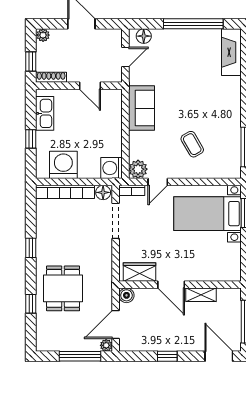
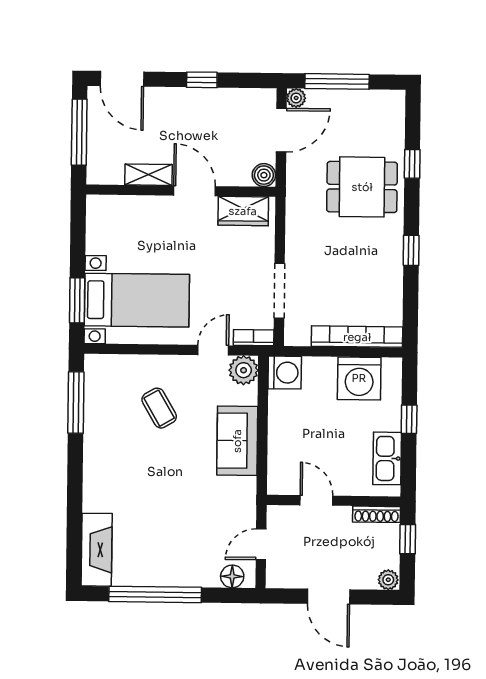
sofa: (142, 108) -> (237, 441), moved
floor lamp: (103, 192) -> (298, 335), removed
dining table: (63, 288) -> (362, 187), turned 90

